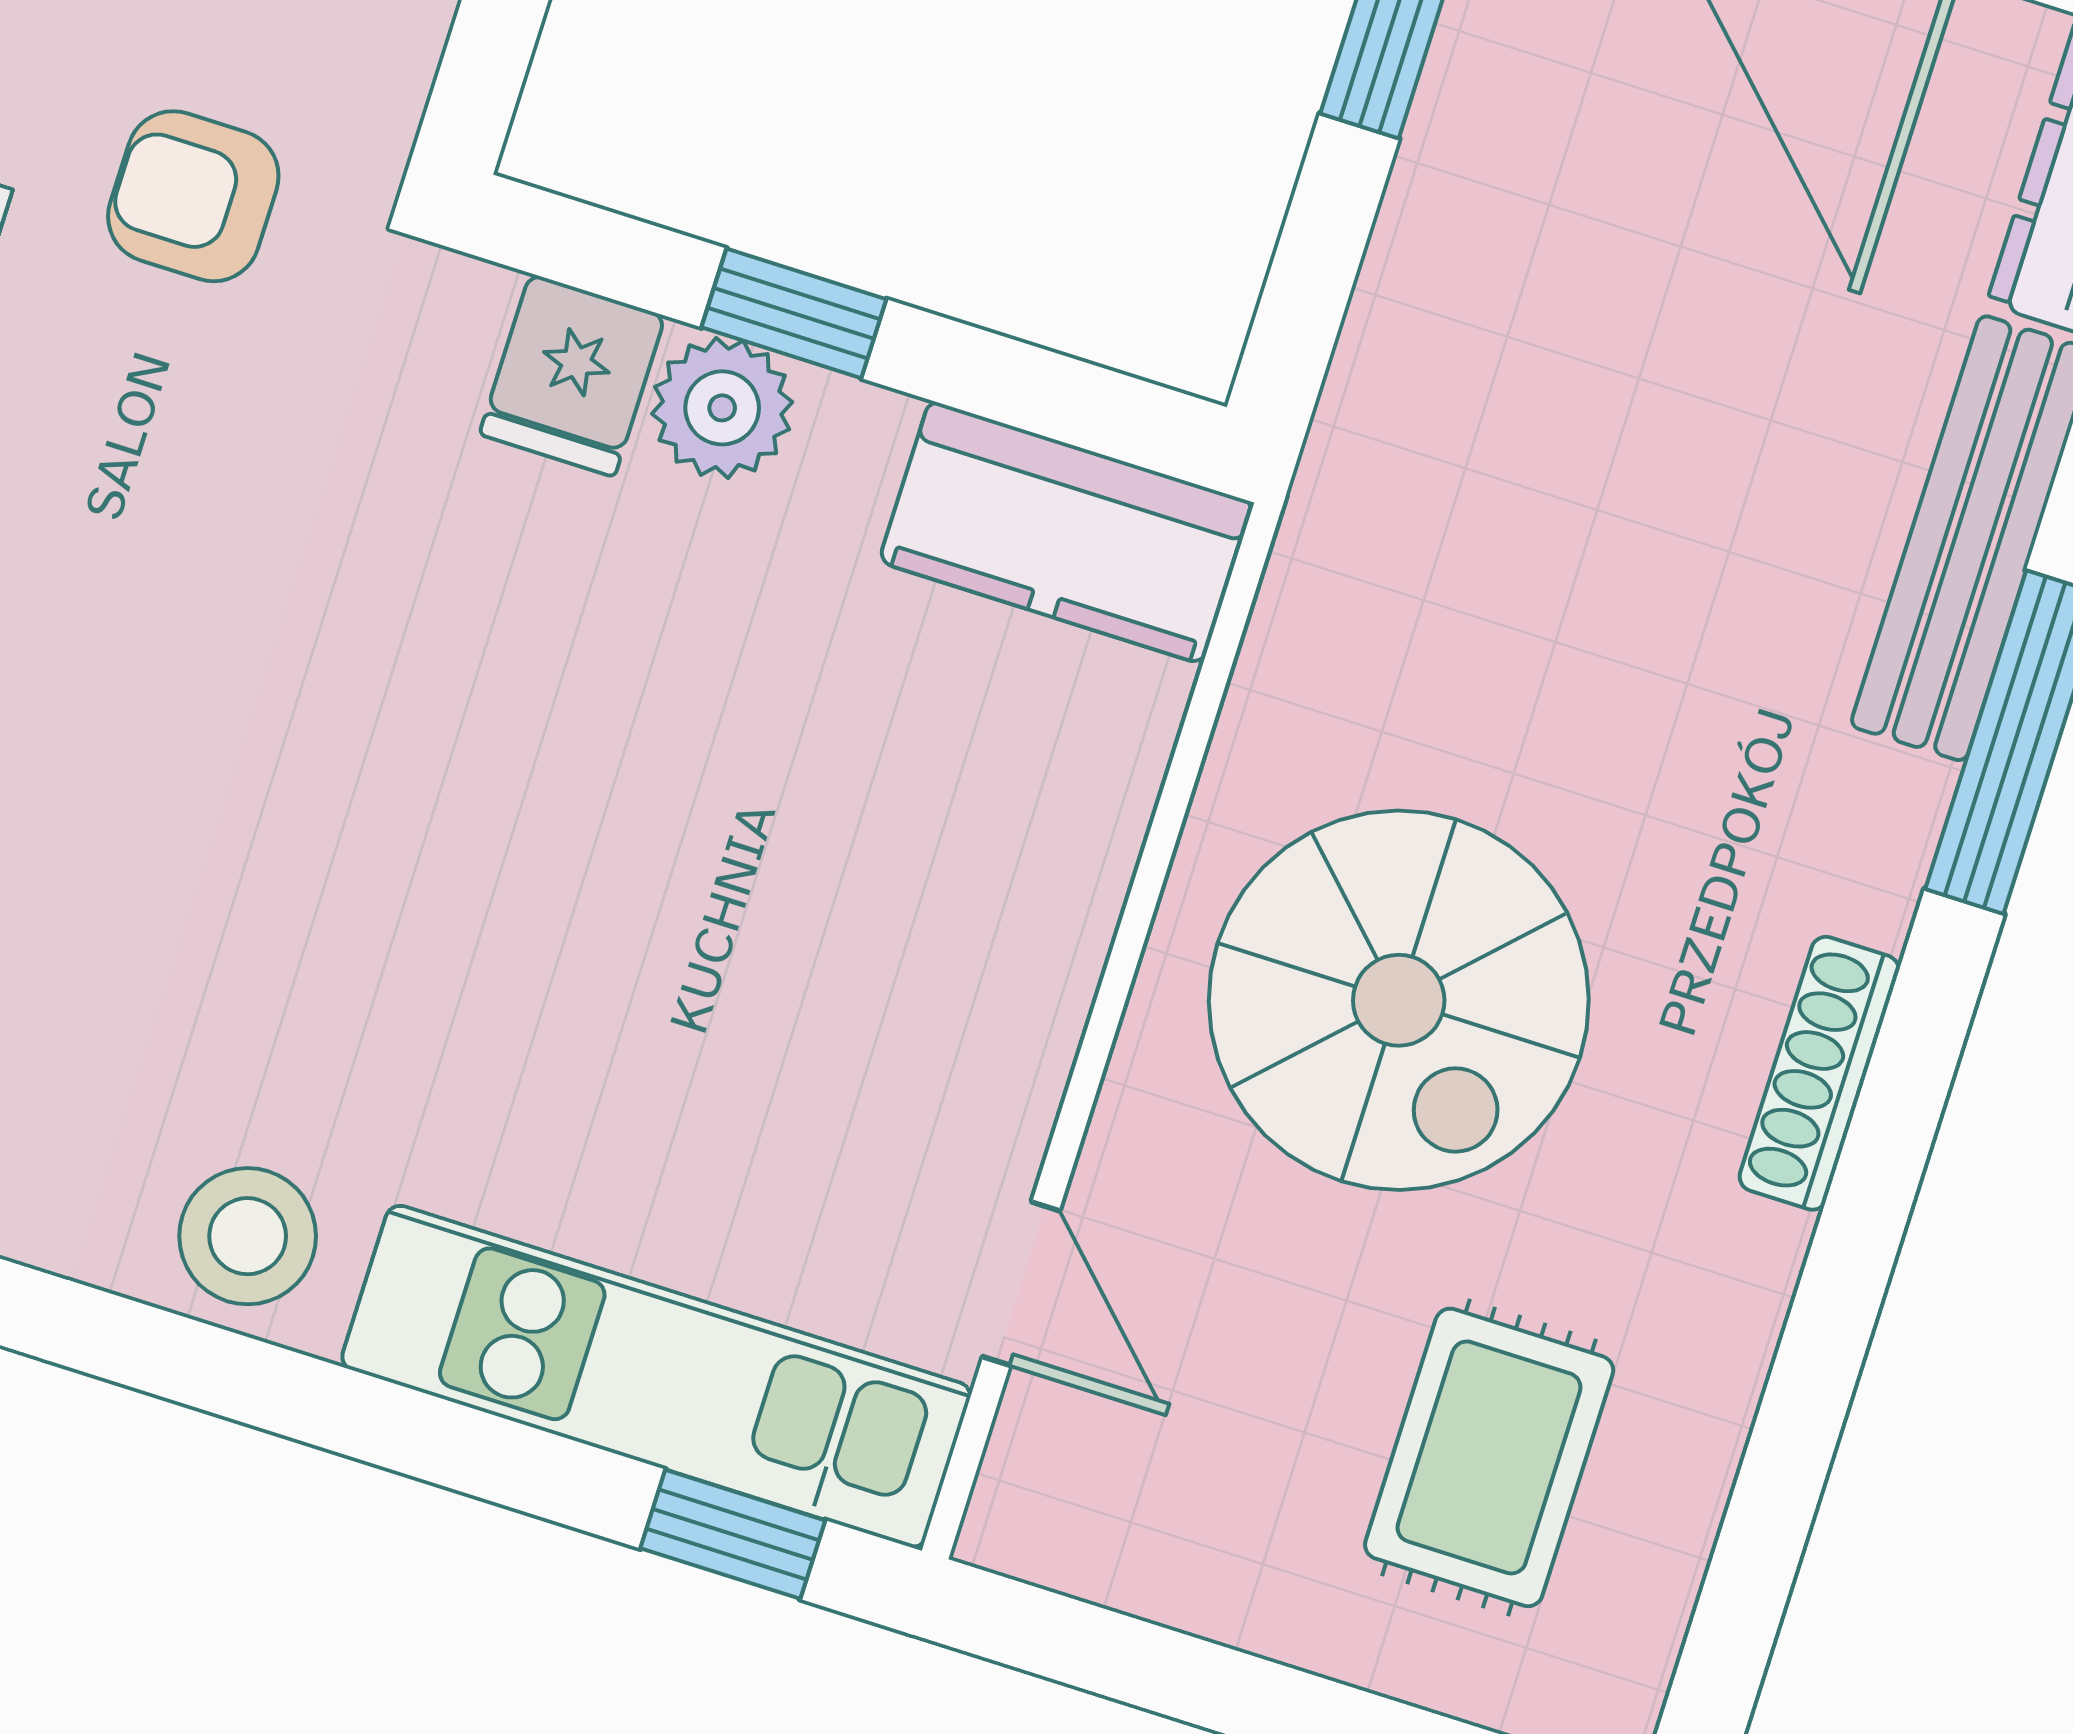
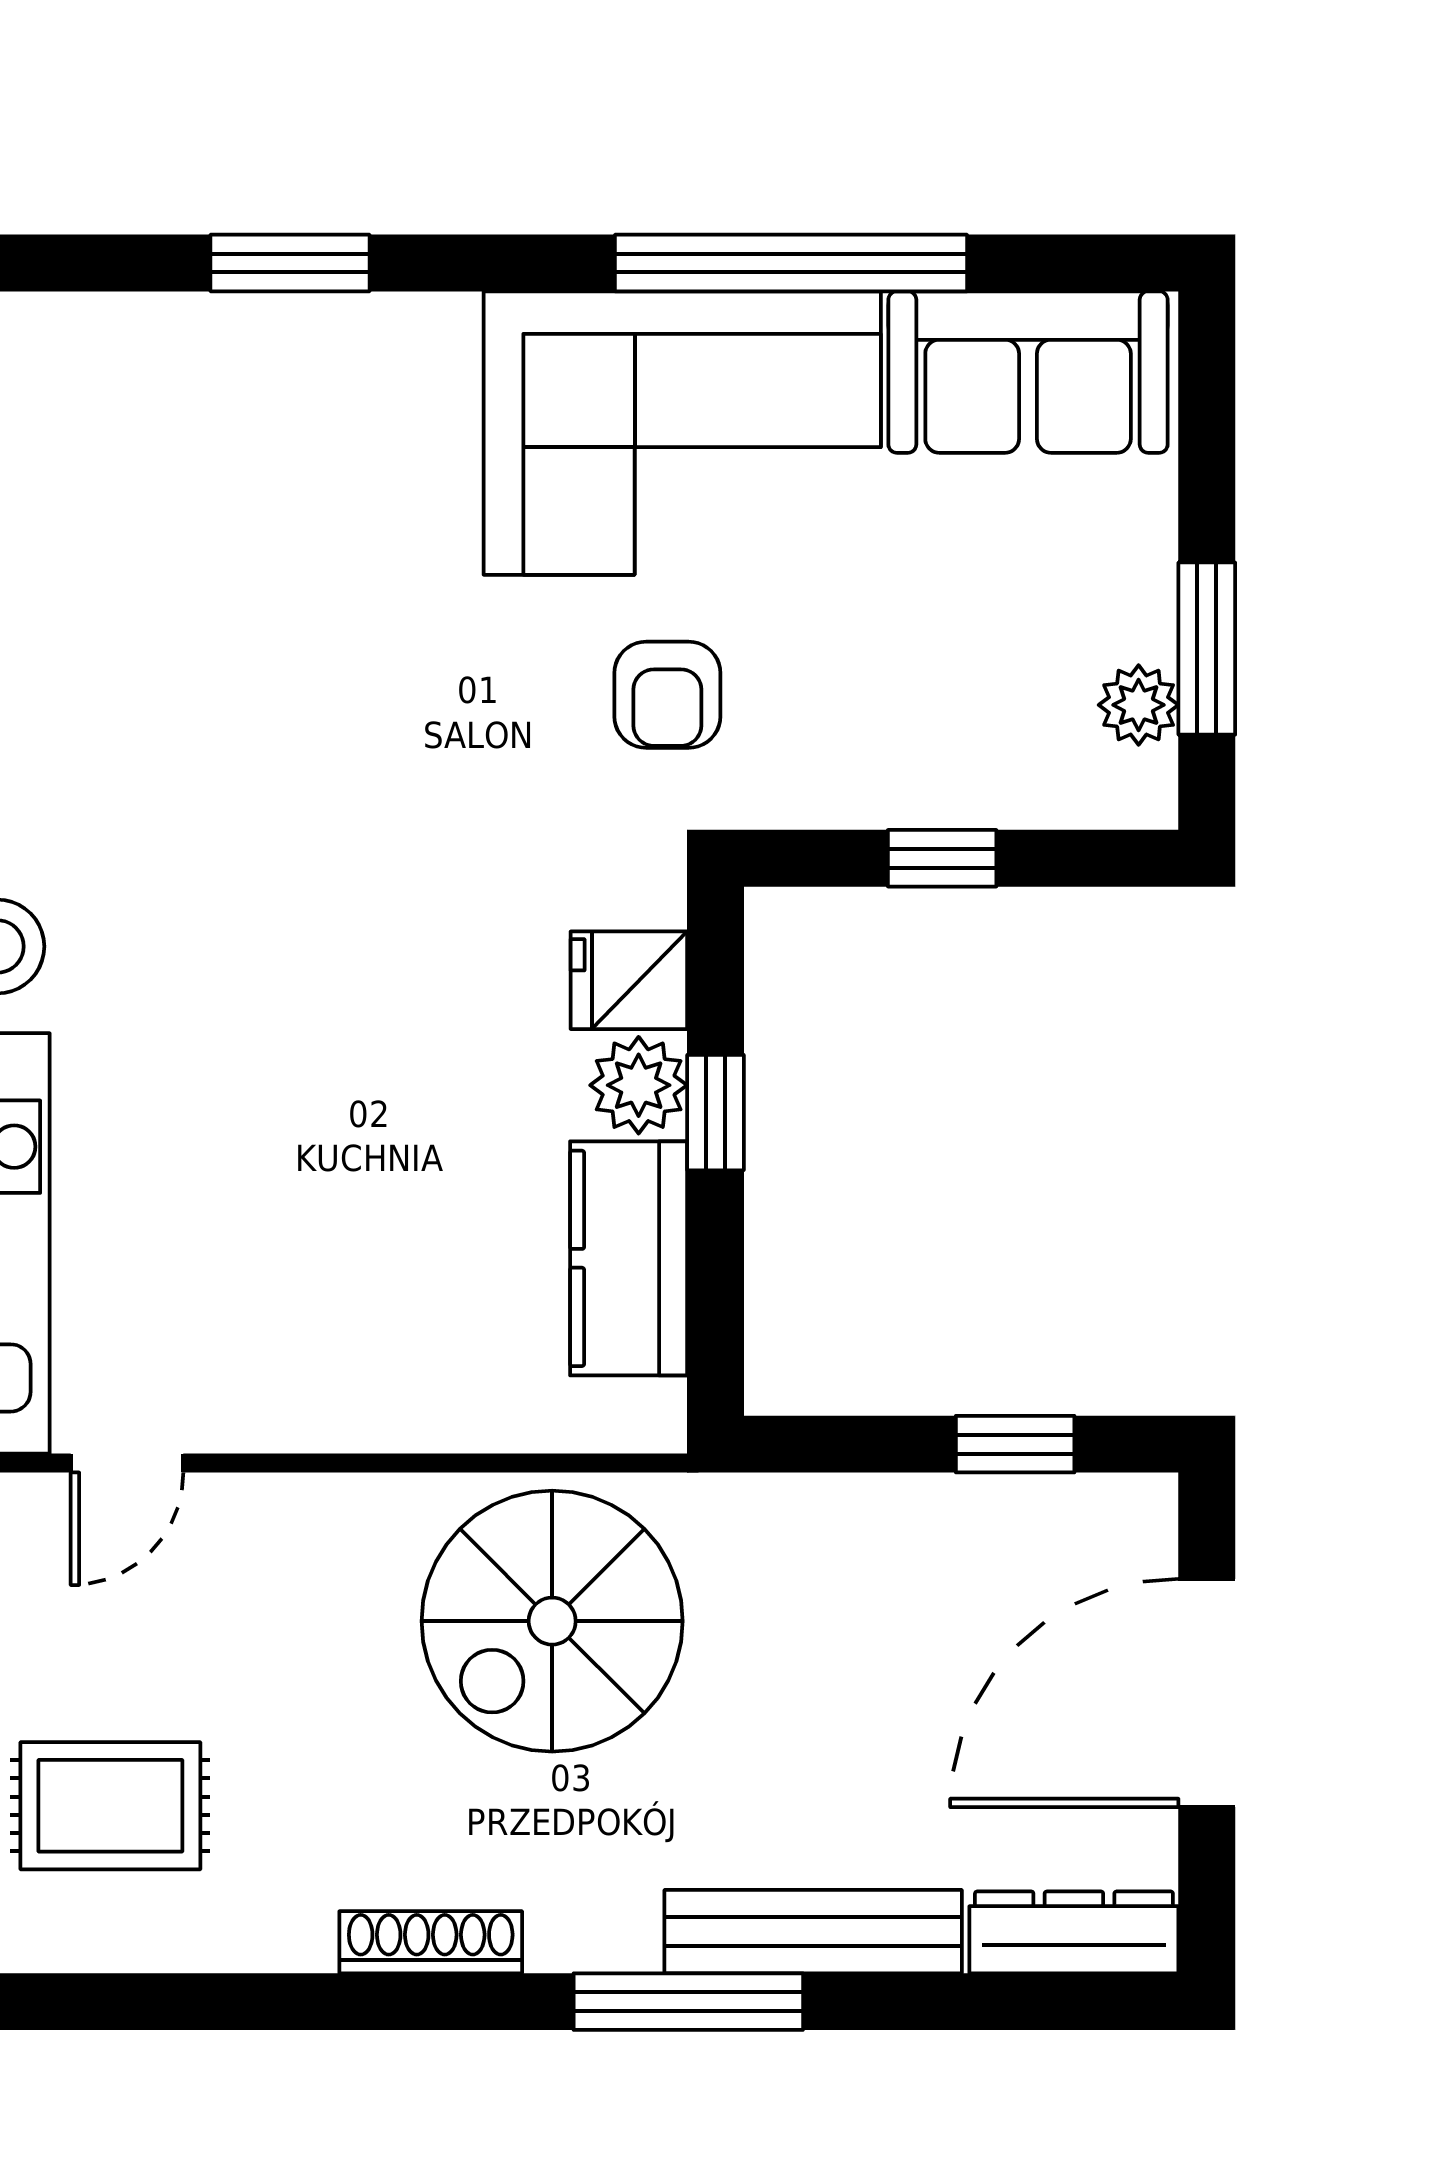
armchair: (193, 196) -> (667, 695), turned 180
kitchen counter: (1066, 532) -> (629, 1258), moved
spiral stairs: (1399, 1000) -> (552, 1621), moved

